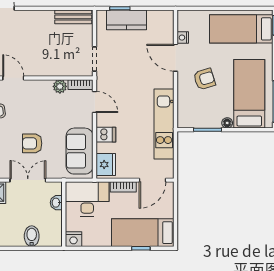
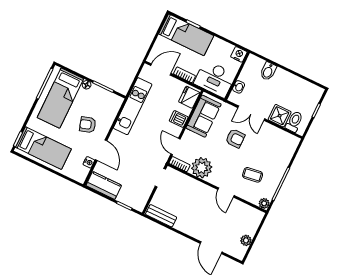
kitchen counter: (127, 20) -> (104, 185), moved
plant: (60, 86) -> (202, 168), width x1.88, depth x1.88

